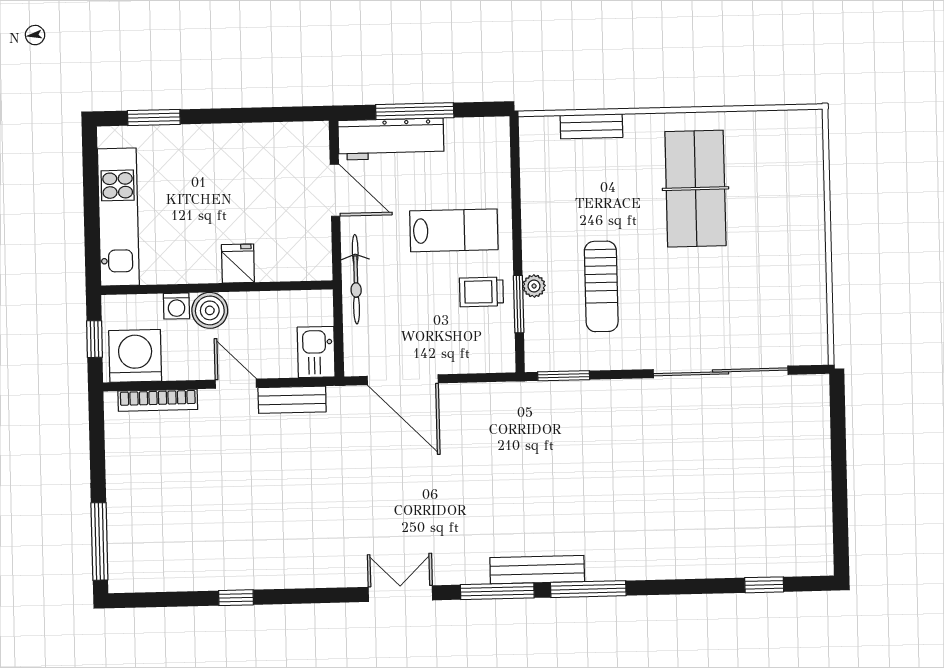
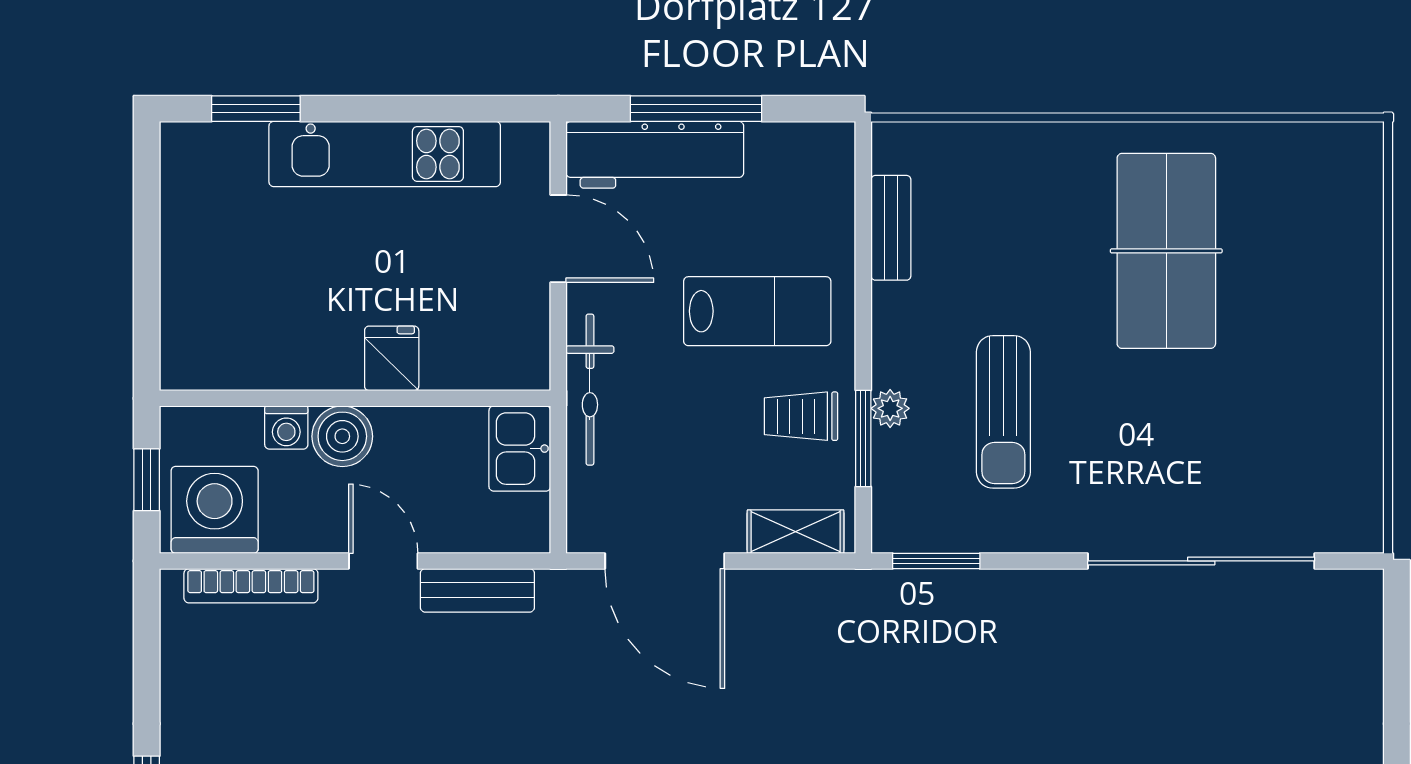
bench: (591, 126) -> (891, 228), moved, turned 90
kitchen unit: (118, 217) -> (385, 154), moved, turned 90
kitchen sink: (316, 352) -> (520, 449), moved
shelving: (480, 360) -> (796, 532), added

